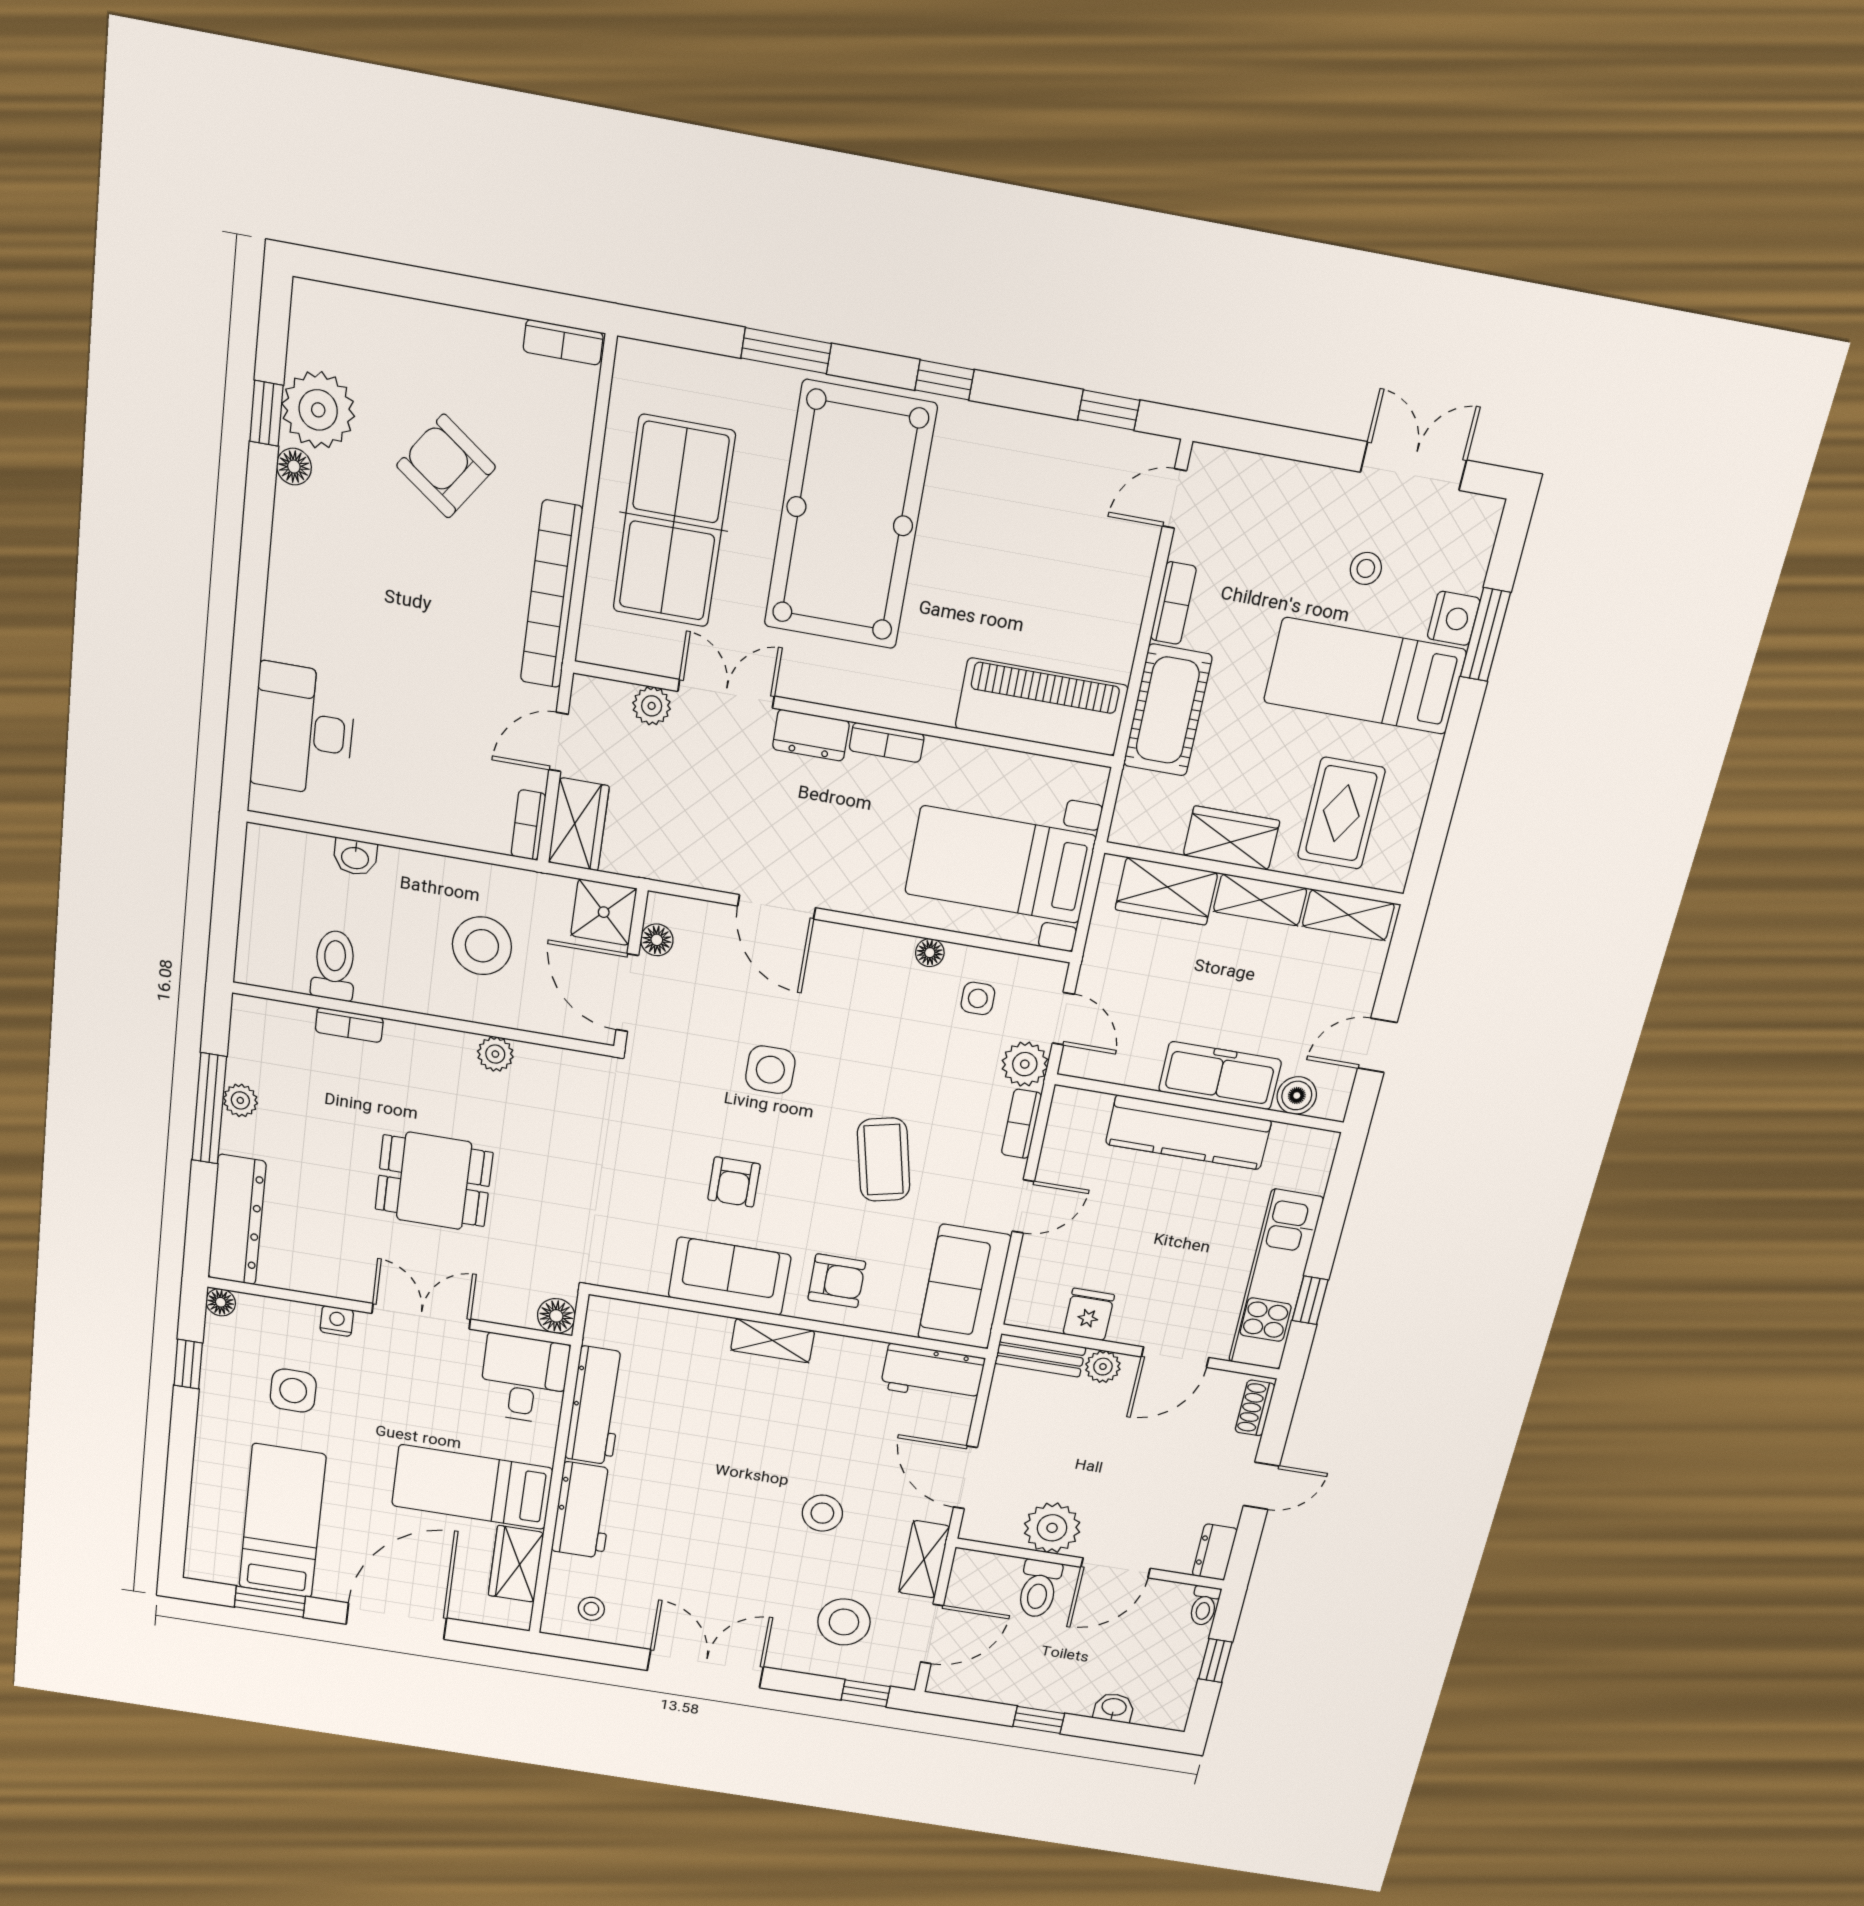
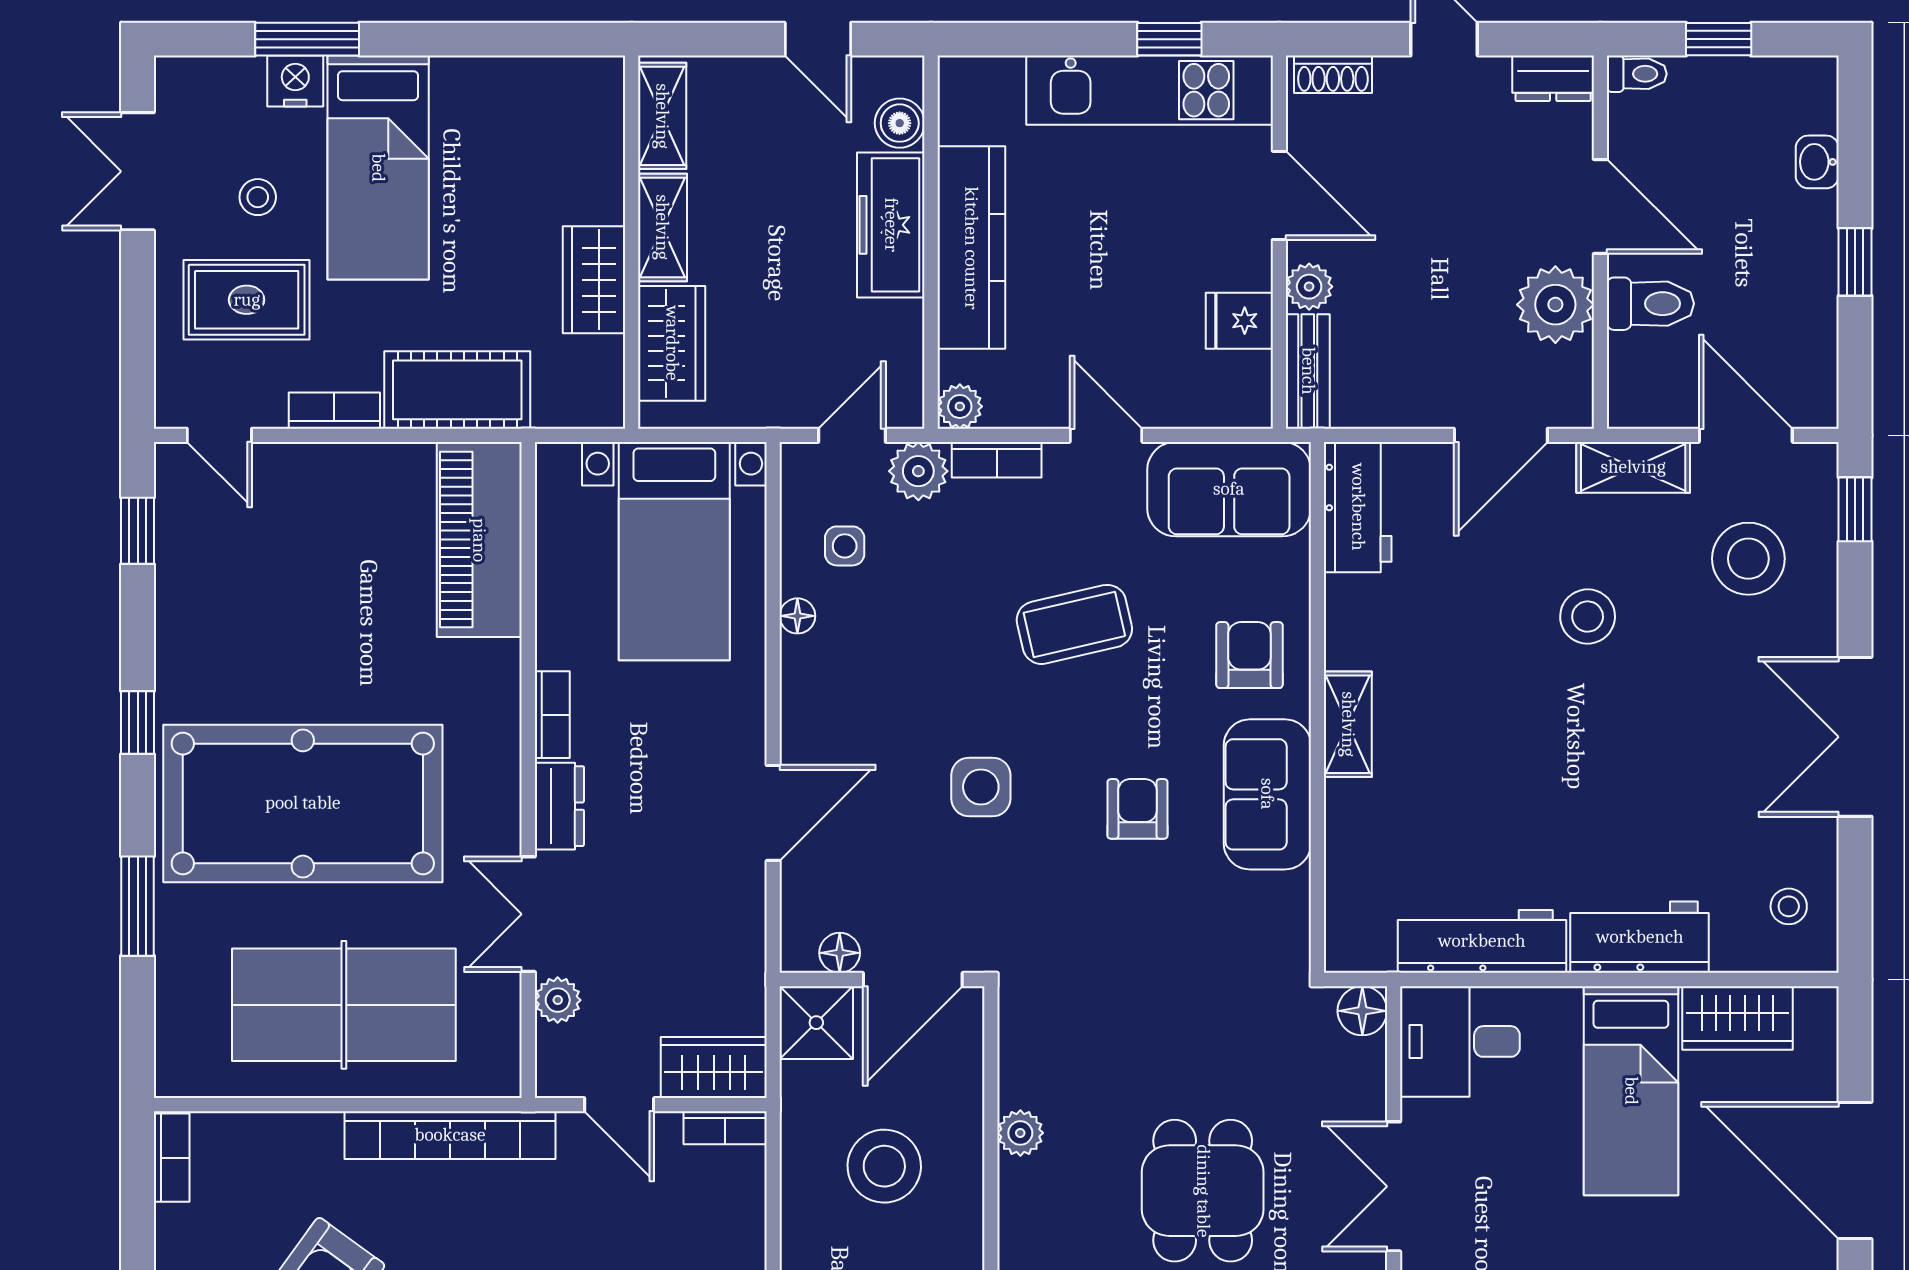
rug: (1341, 813) -> (247, 300), moved
plant: (1068, 1103) -> (960, 406), added
armchair: (734, 1182) -> (1137, 809), turned -90

